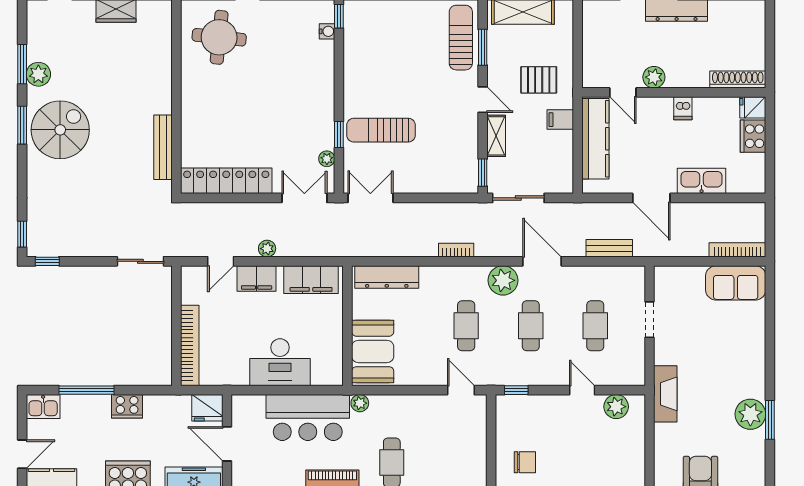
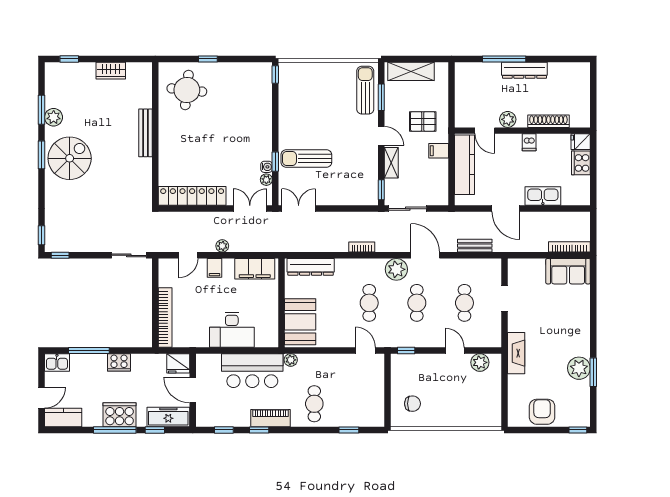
water cooler: (327, 31) -> (267, 167), moved
shoe rack: (738, 80) -> (548, 121), moved
bench: (163, 147) -> (145, 133), moved
filing cabinet: (257, 278) -> (215, 268), width x0.50

